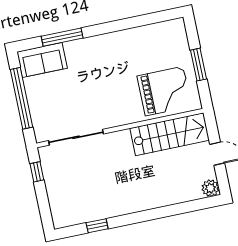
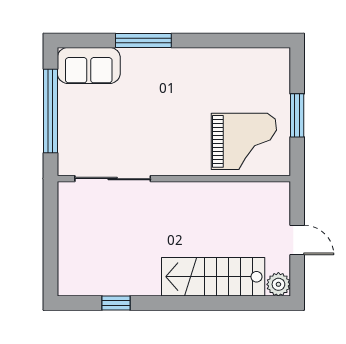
window: (62, 37) -> (143, 40), moved
stairs: (170, 134) -> (213, 277), moved, turned 180
window: (37, 172) -> (50, 214), removed

